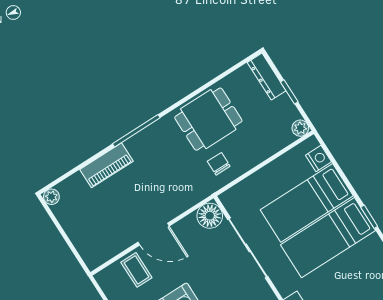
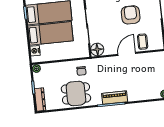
piano: (107, 165) -> (115, 98), moved
door: (154, 234) -> (127, 54), hinge flipped

